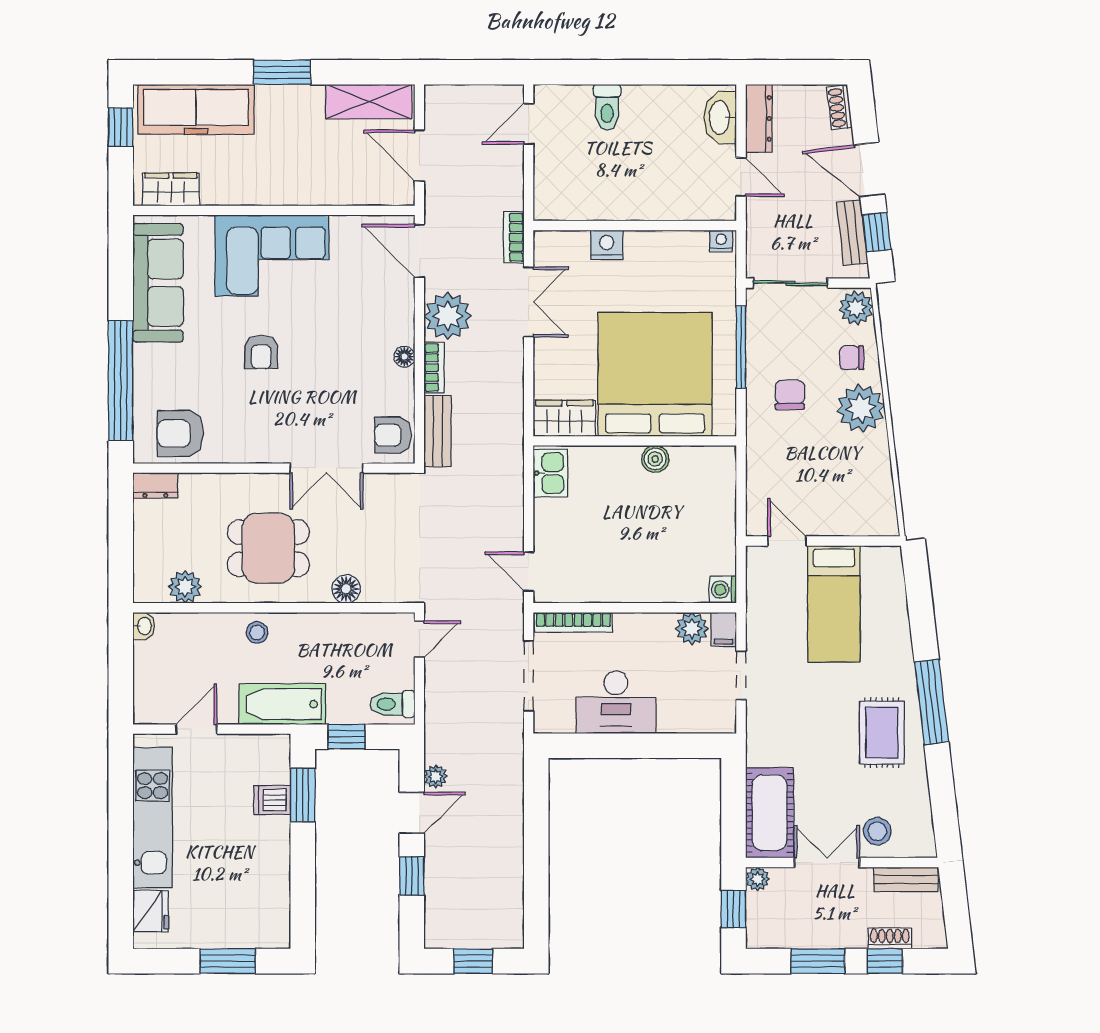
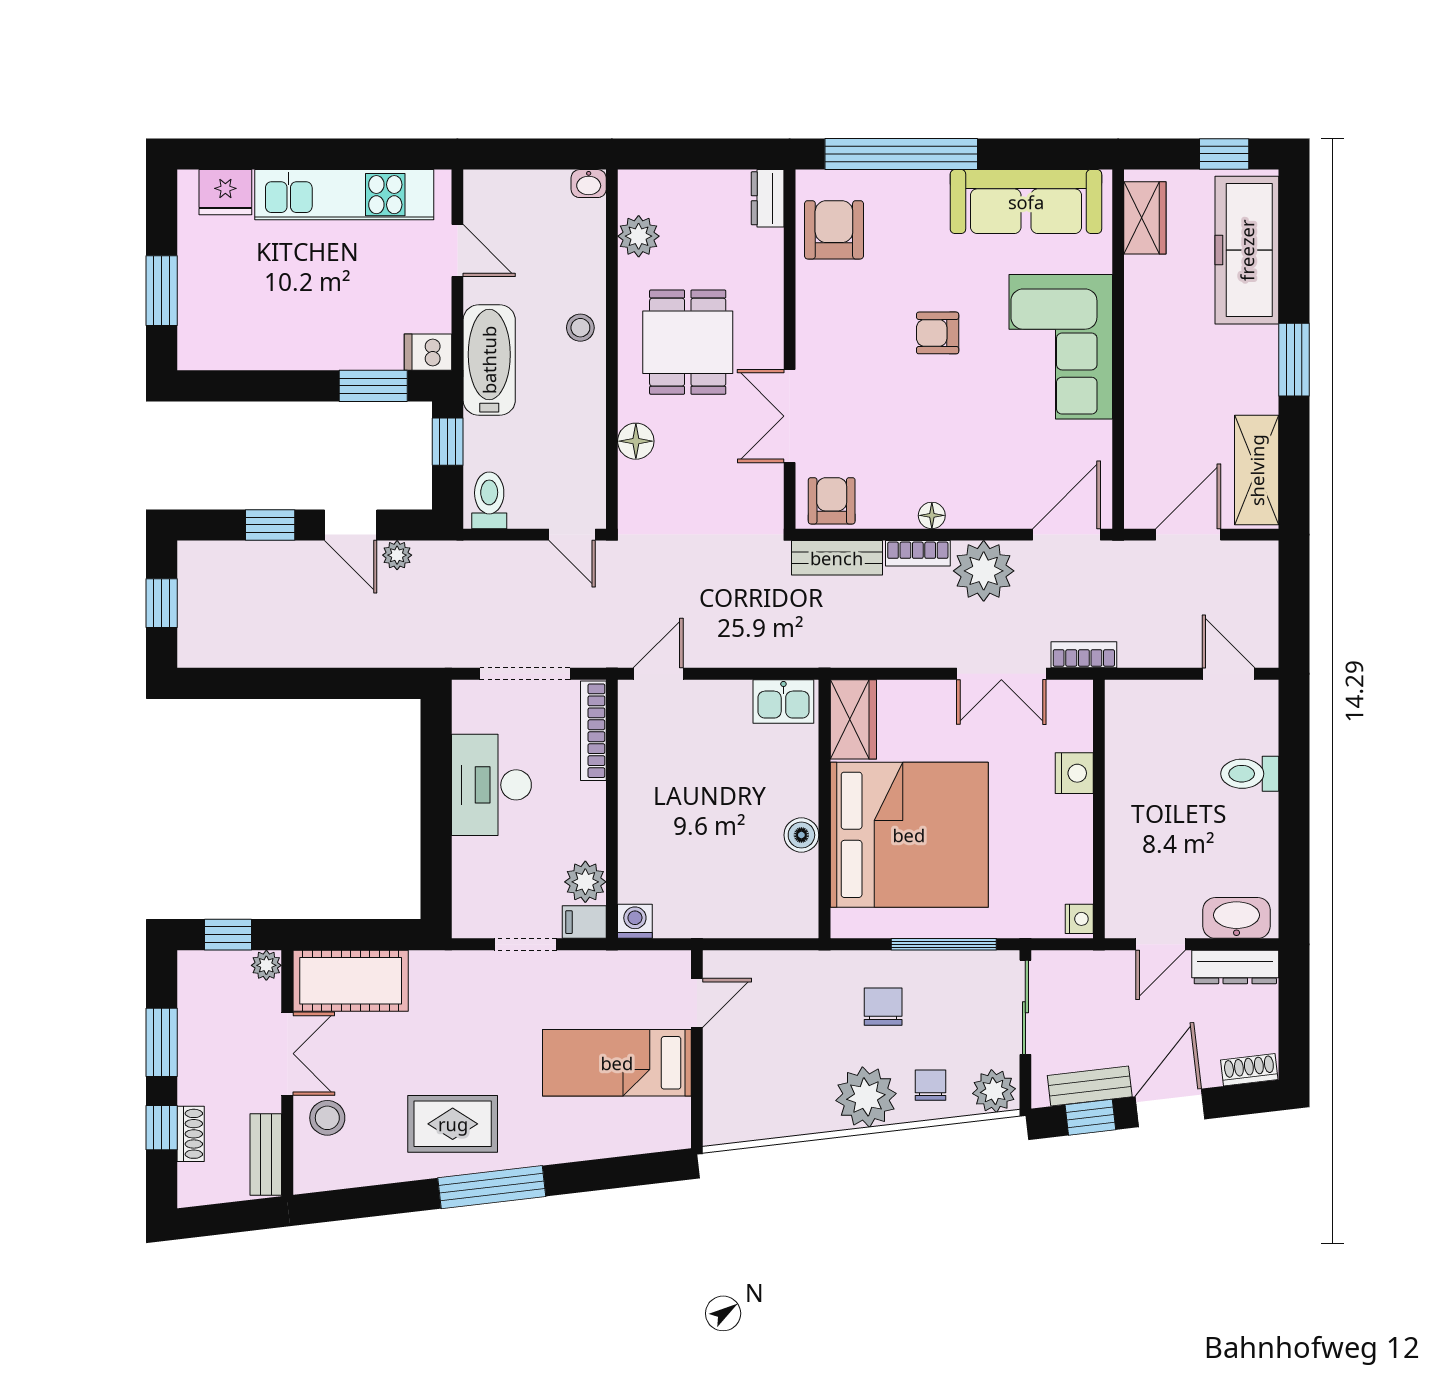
chair: (790, 395) -> (883, 1007), turned -90
dishwasher: (272, 800) -> (428, 352), moved, turned -90

